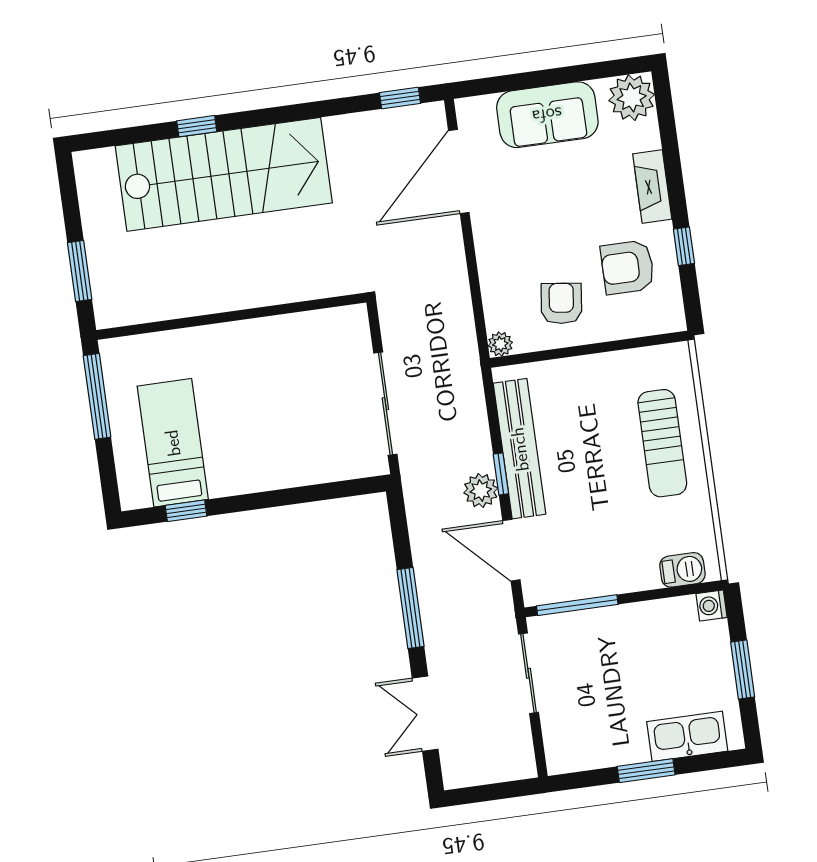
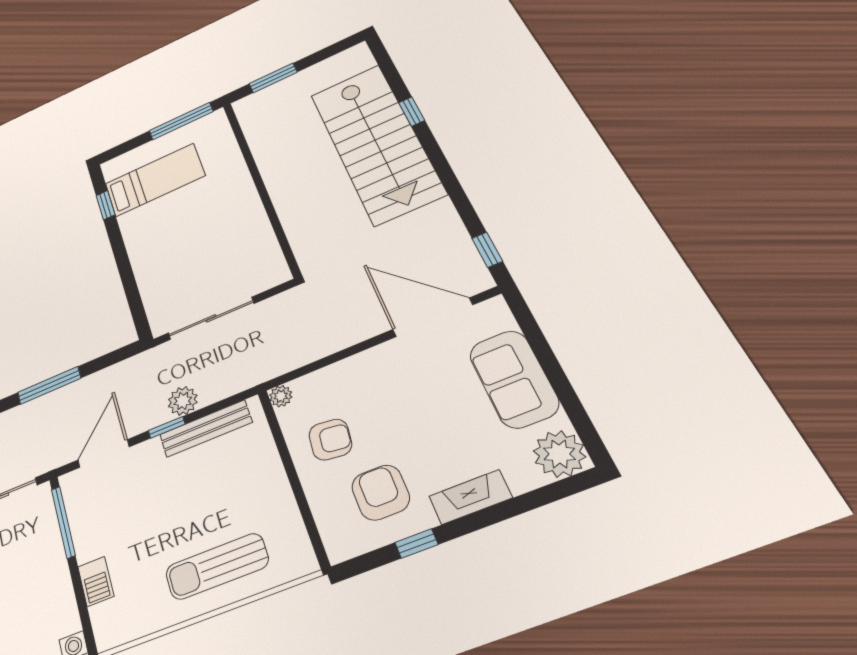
bench: (520, 449) -> (206, 428), width x0.73, depth x0.82
plant: (481, 491) -> (183, 401), moved
barbecue: (682, 570) -> (96, 581), moved

